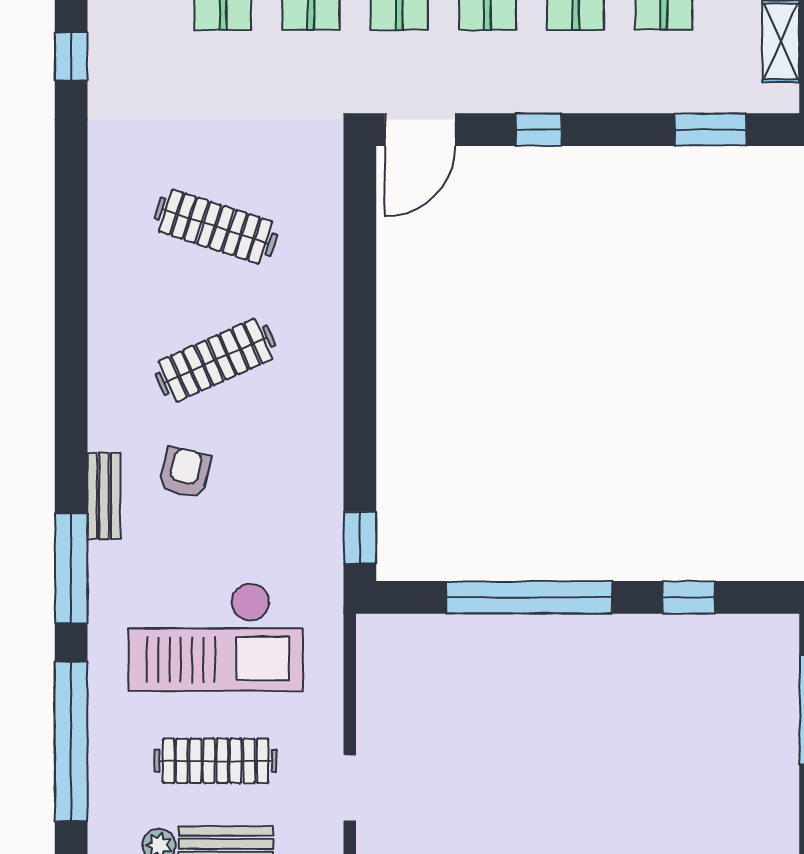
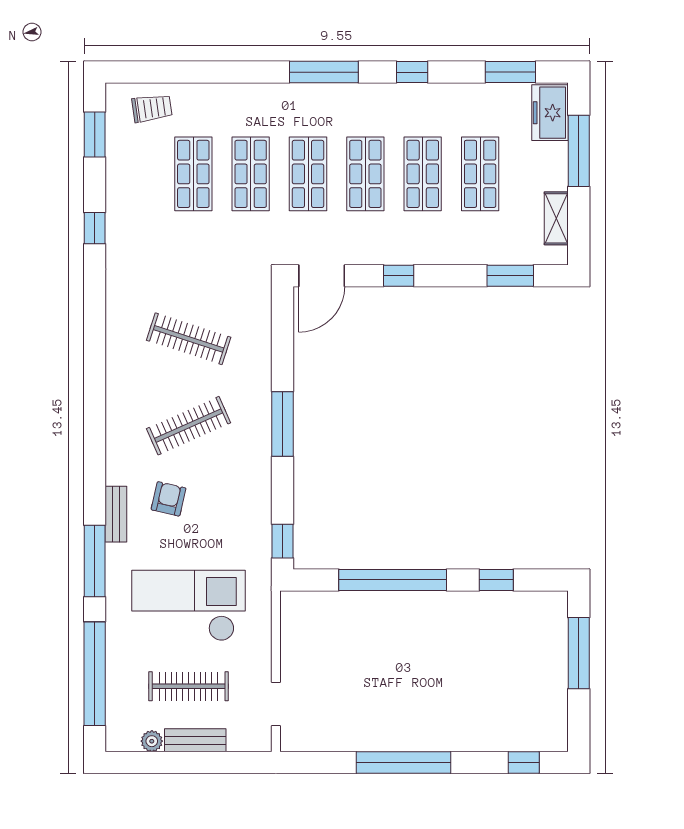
window: (360, 358) -> (282, 424), added
checkout: (216, 637) -> (189, 606), turned 180

